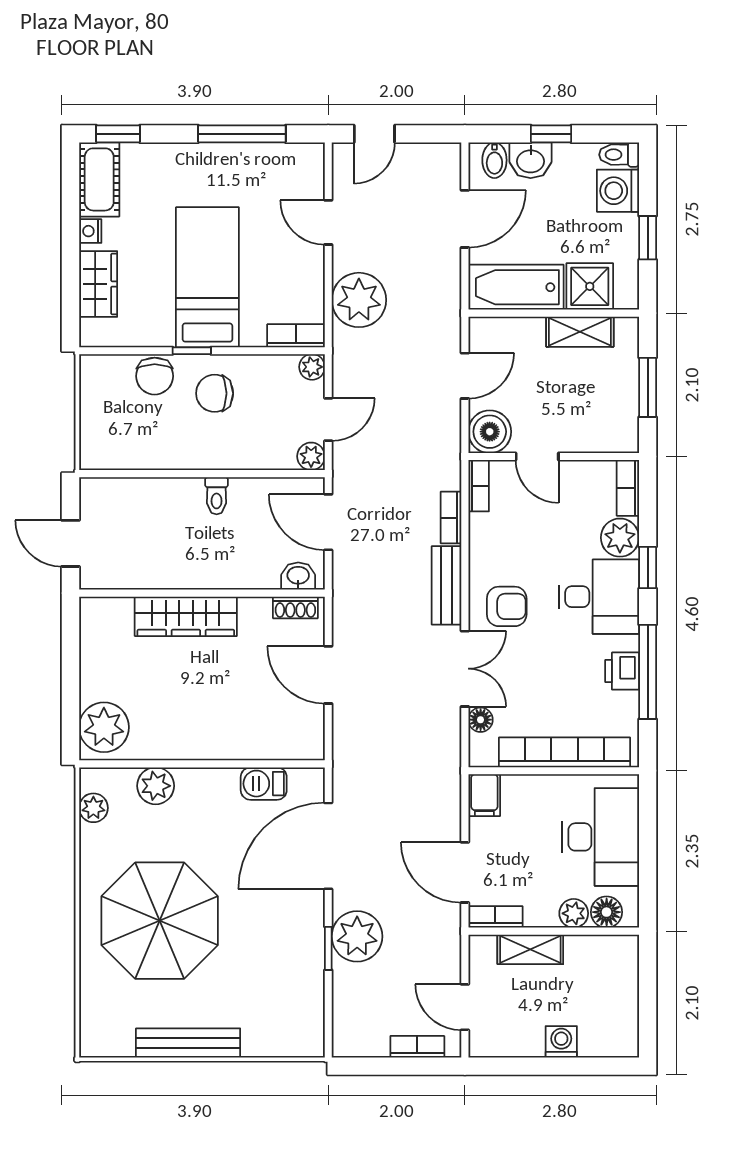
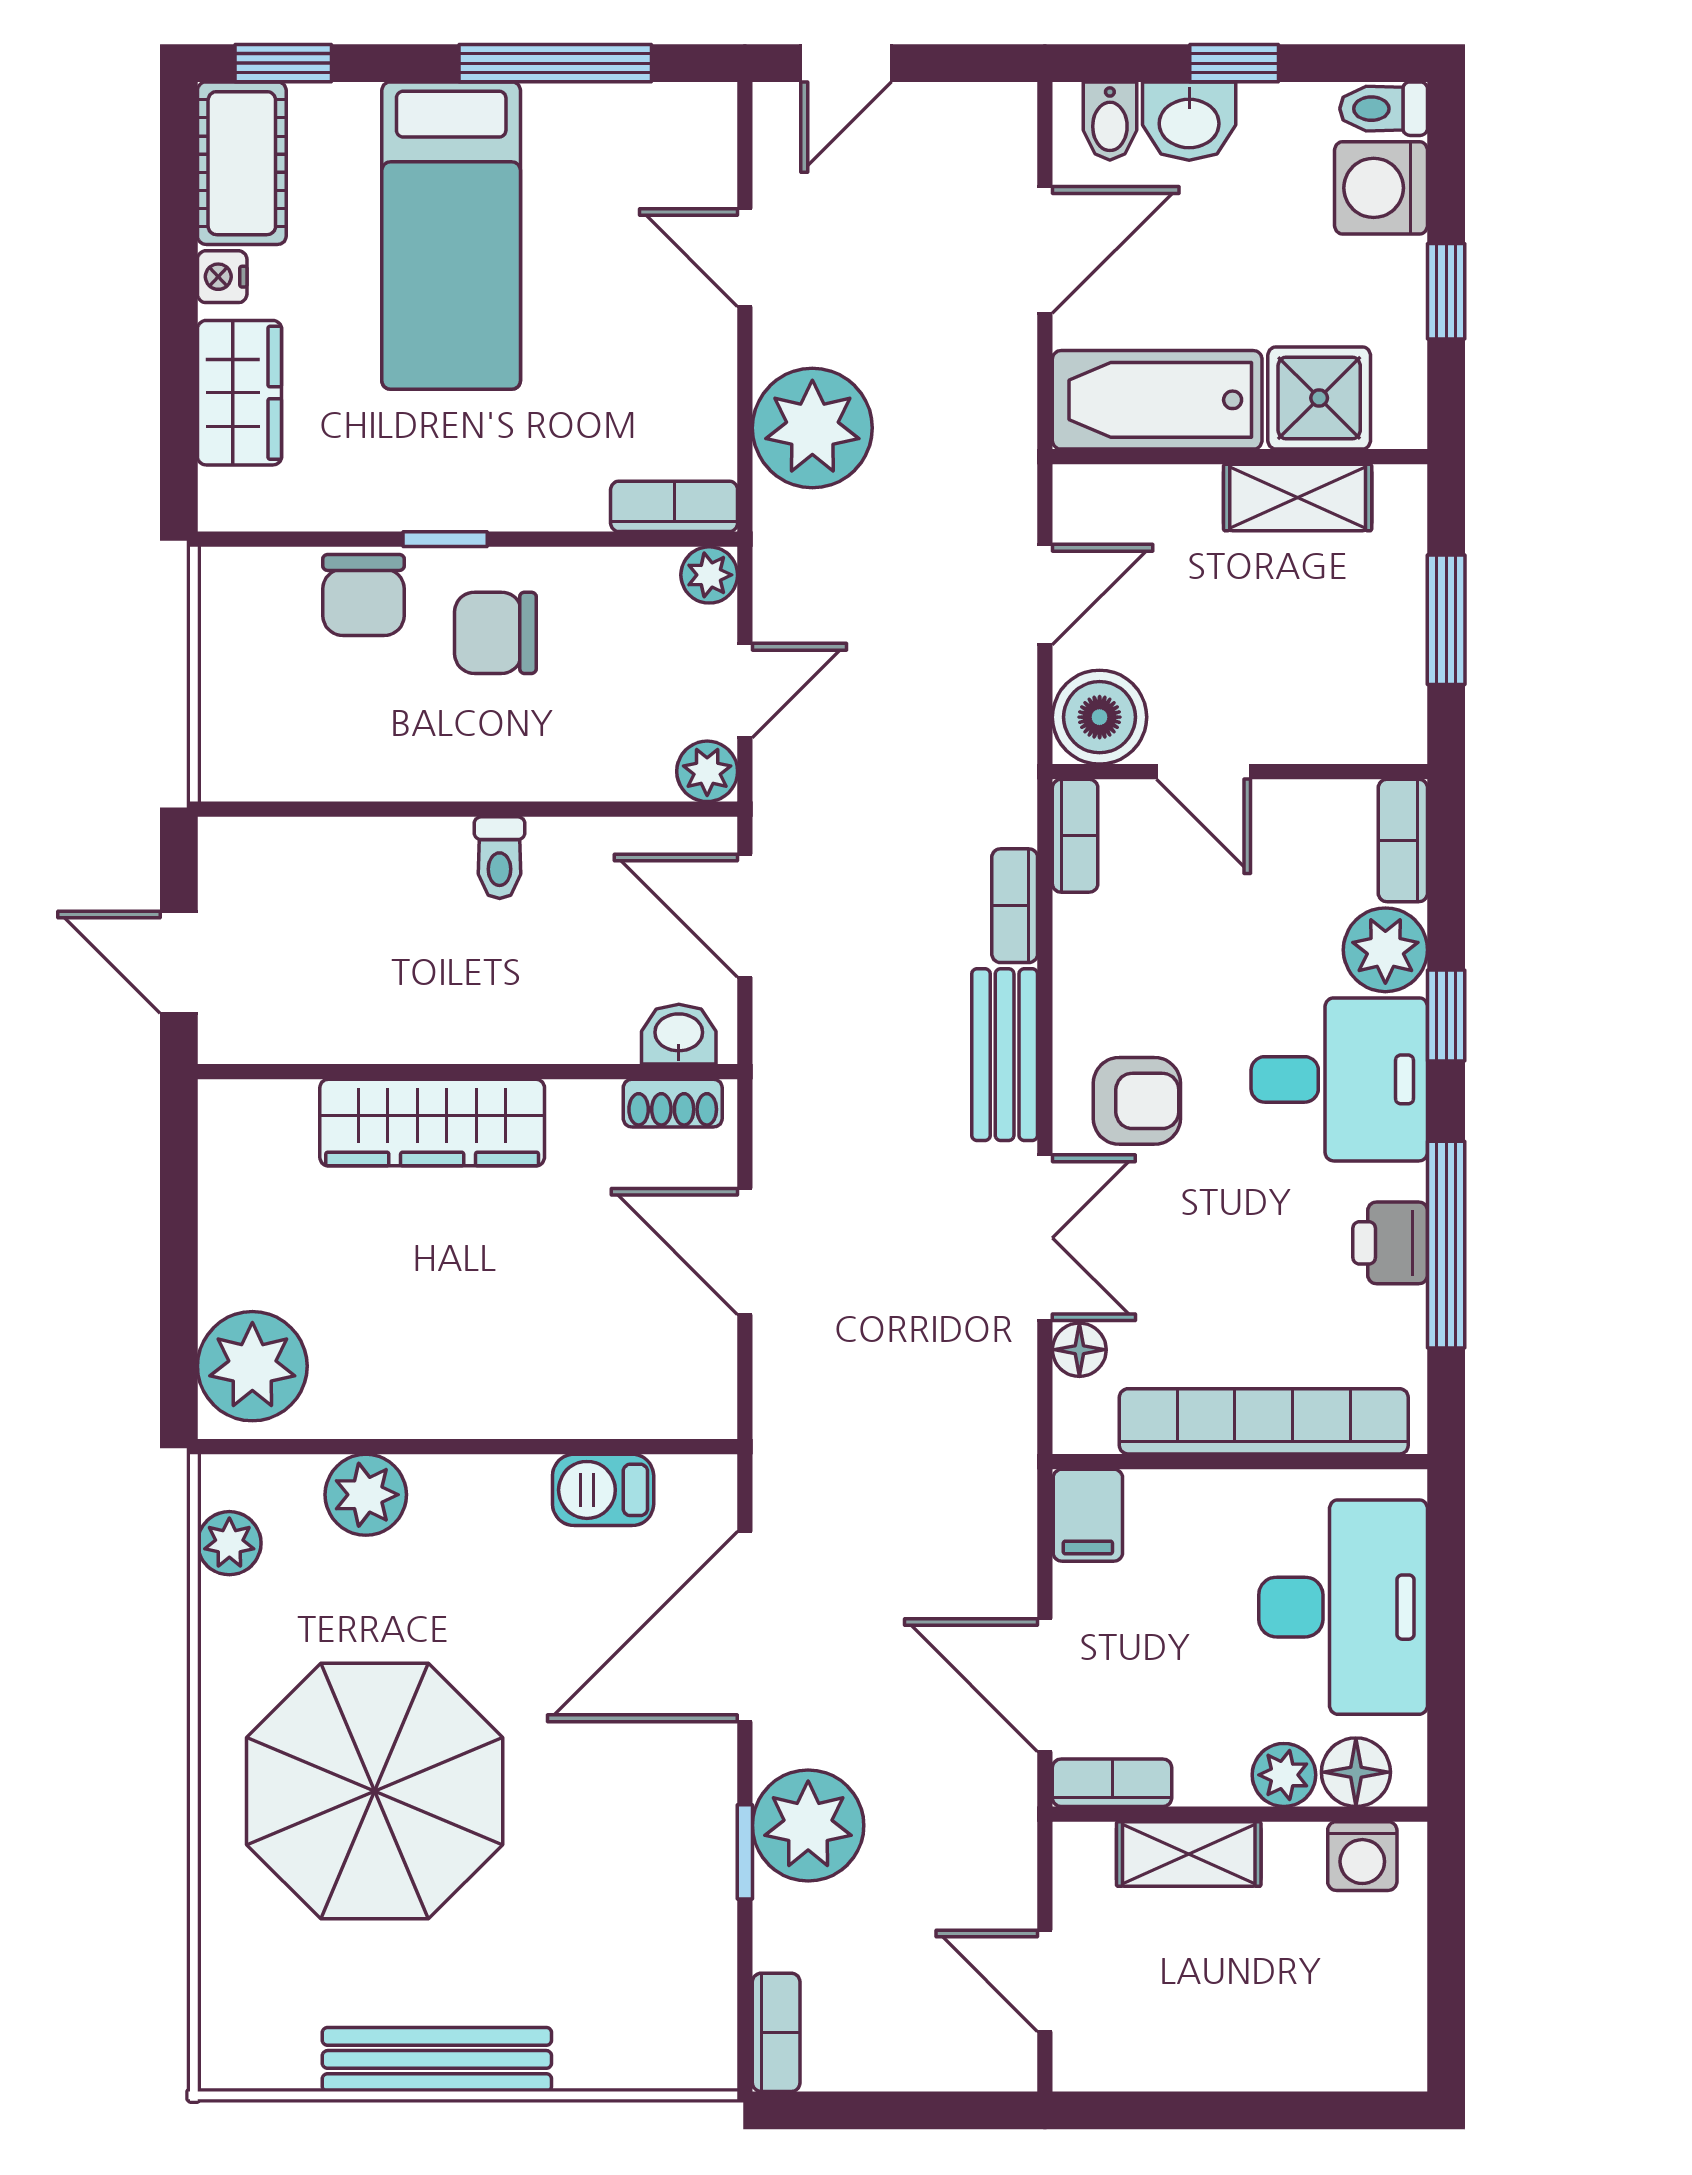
bed: (207, 277) -> (451, 236), moved, turned 180
washing machine: (561, 1042) -> (1362, 1856), moved, turned 180
bookcase: (417, 1047) -> (776, 2032), moved, turned 90

